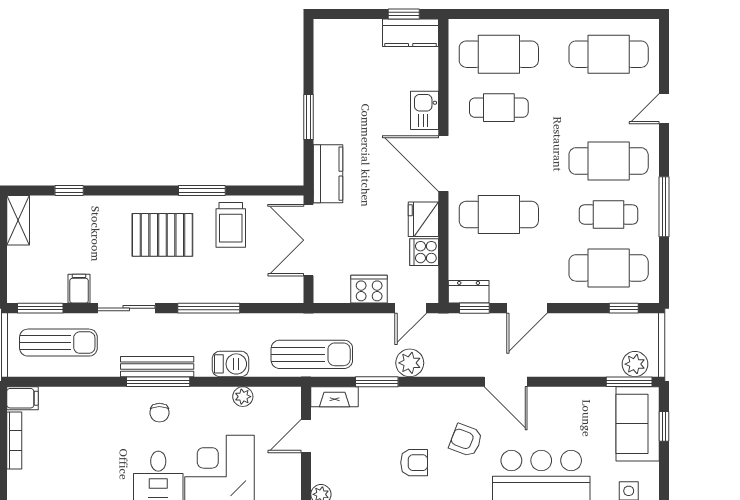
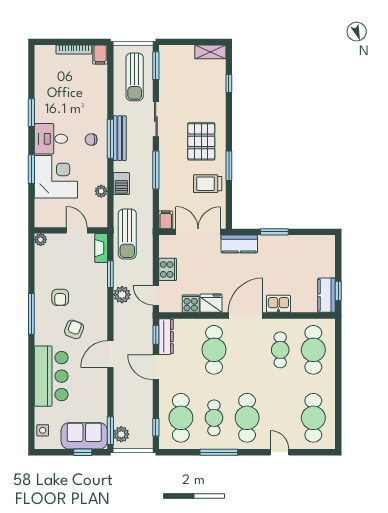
filing cabinet: (79, 289) -> (166, 220), moved, turned -90
dresser: (469, 292) -> (166, 337), width x1.44

